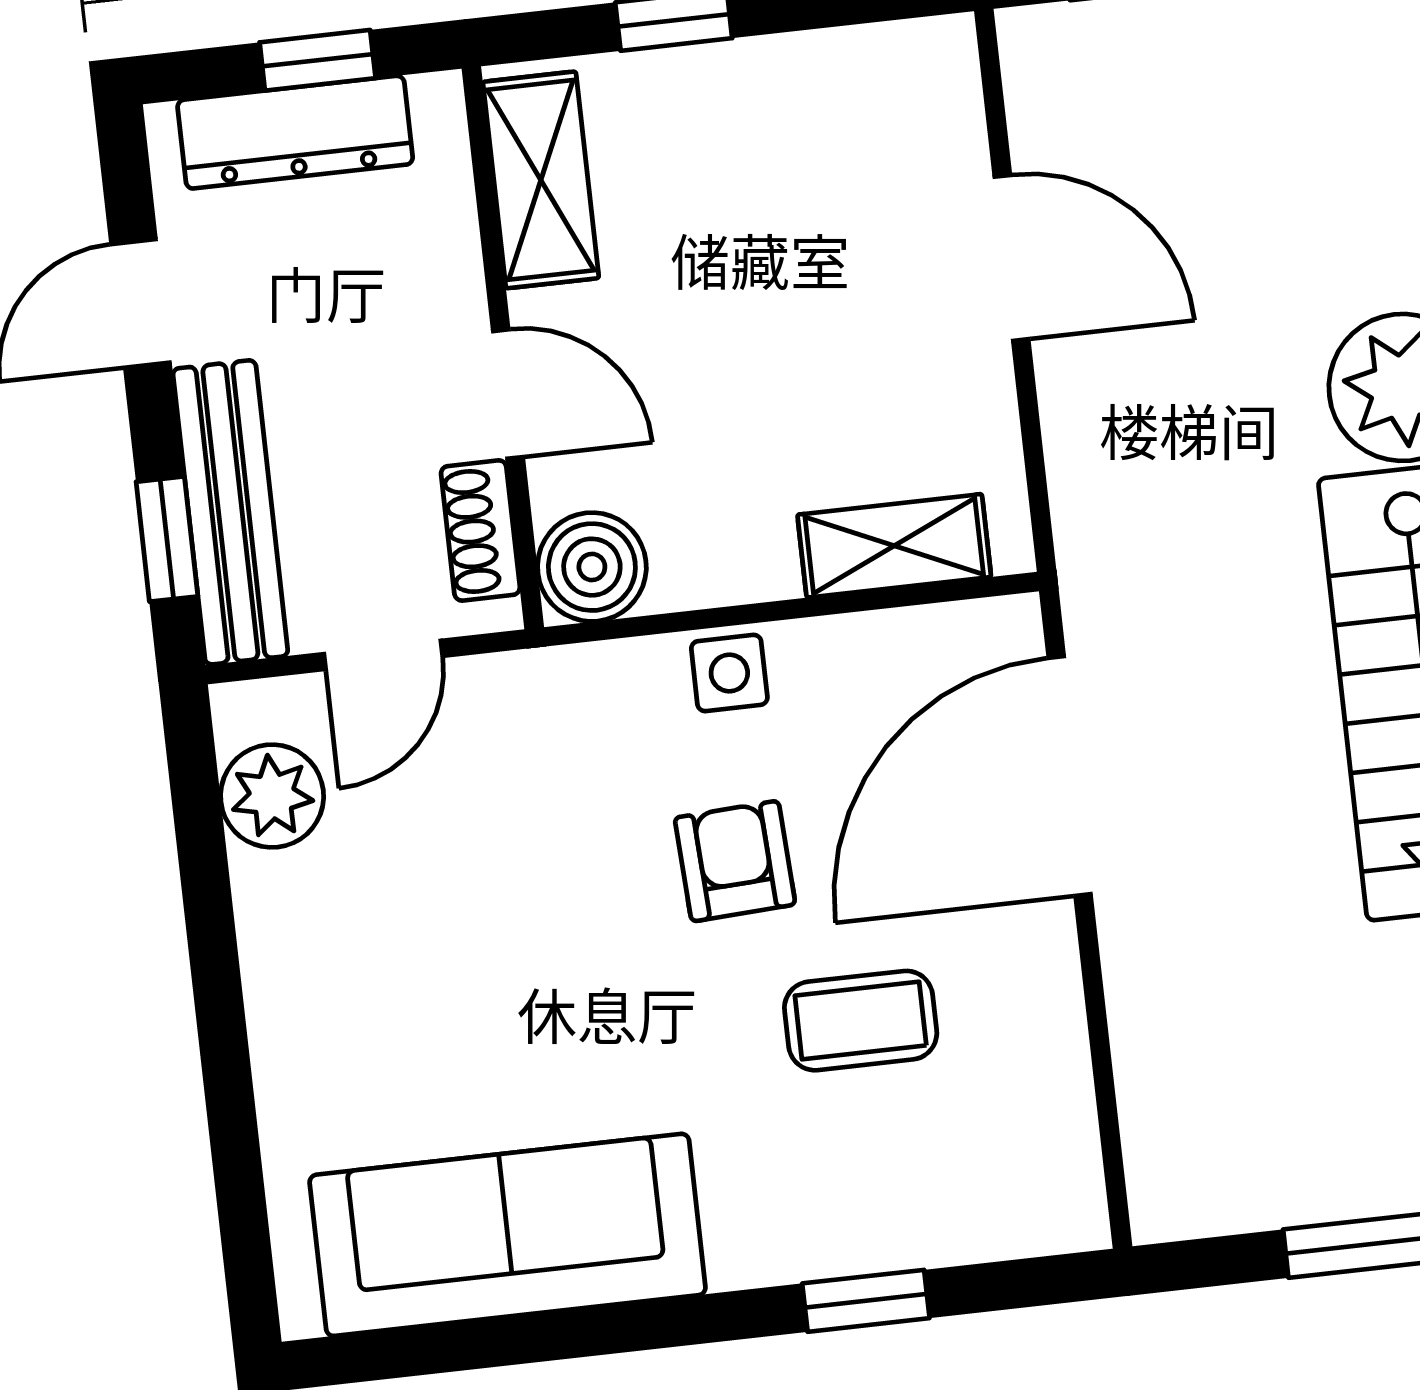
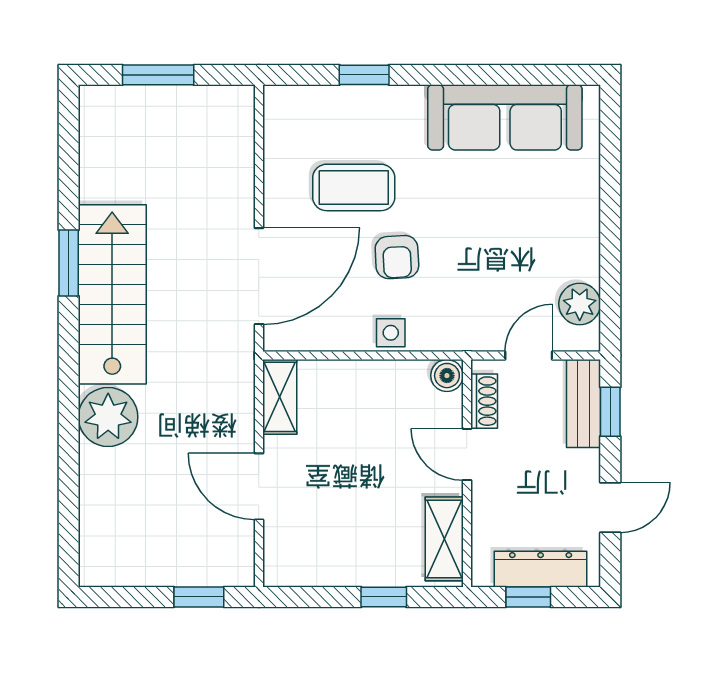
bench: (230, 512) -> (584, 404), width x0.73
shelving: (894, 546) -> (280, 397), moved, turned 90
boiler: (592, 567) -> (447, 376), width x0.73, depth x0.73
coffee table: (861, 1021) -> (354, 187), width x1.36, depth x1.30

